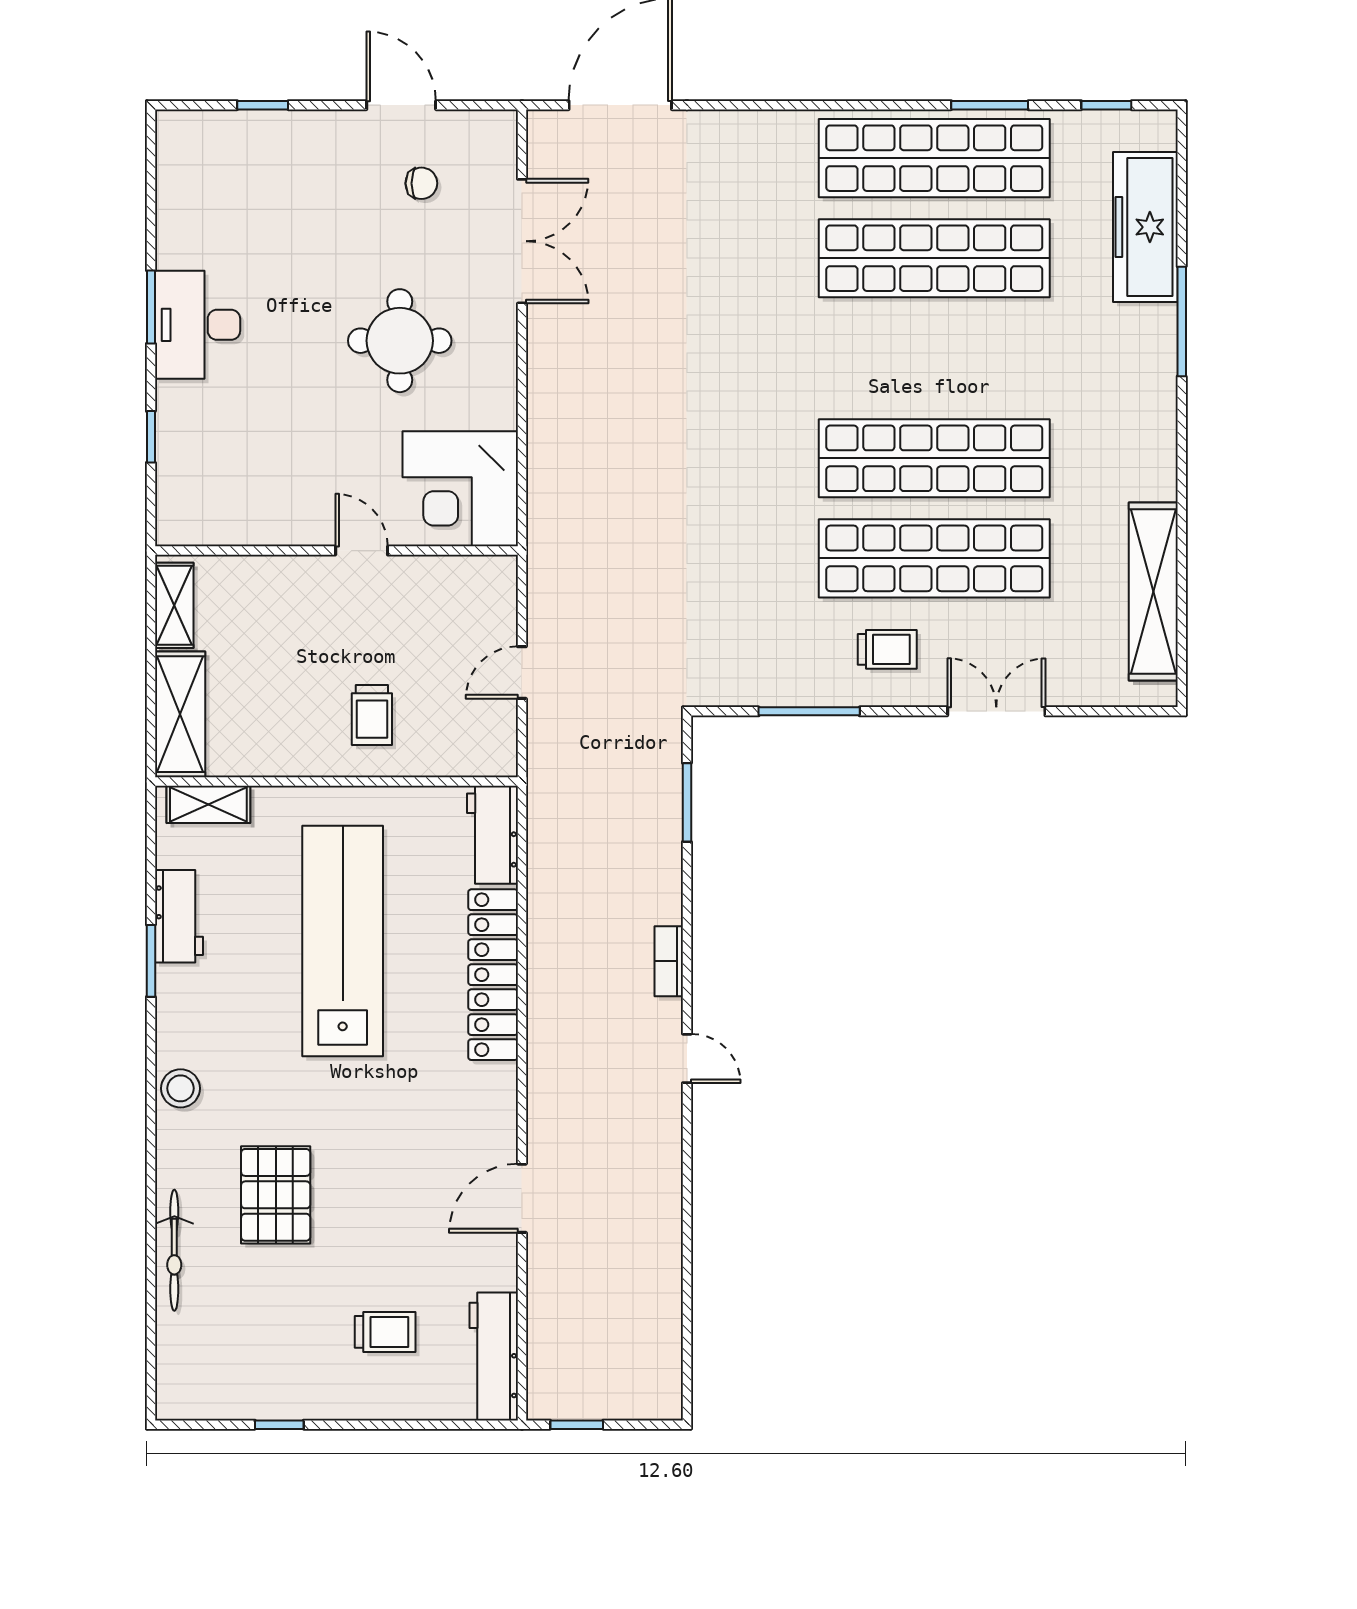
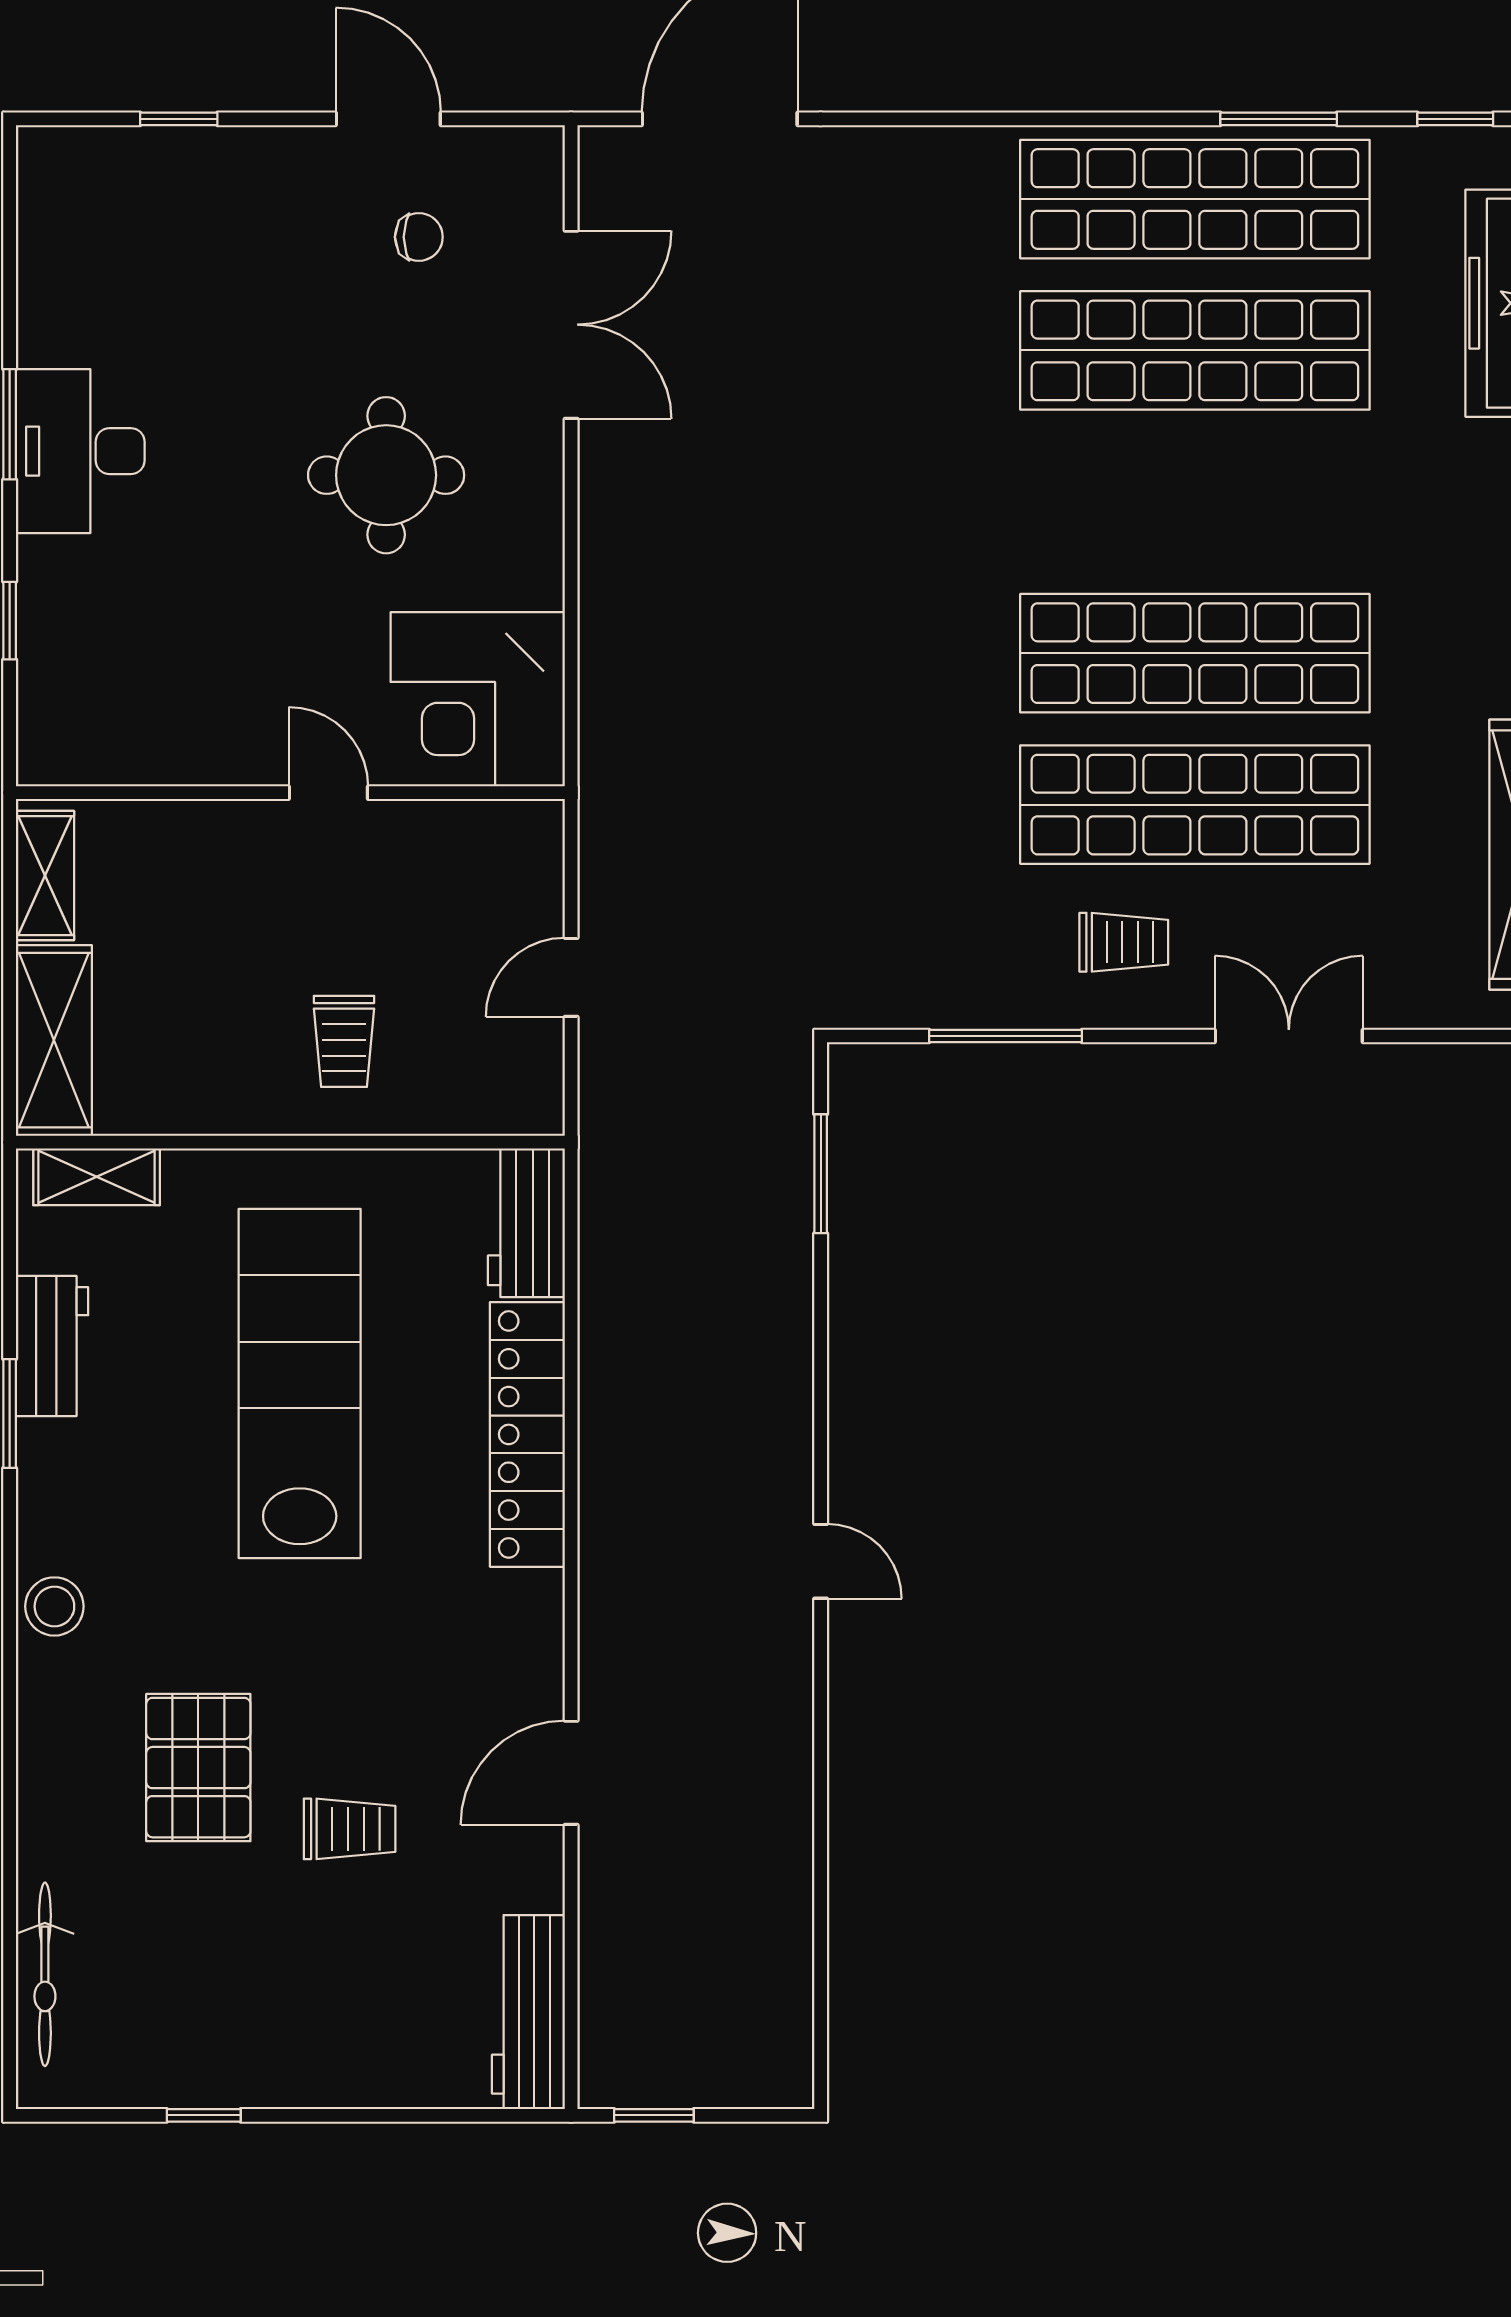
bookcase: (669, 961) -> (793, 1414), removed
bicycle: (174, 1250) -> (45, 1974), moved
trolley: (385, 1332) -> (350, 1829), moved

